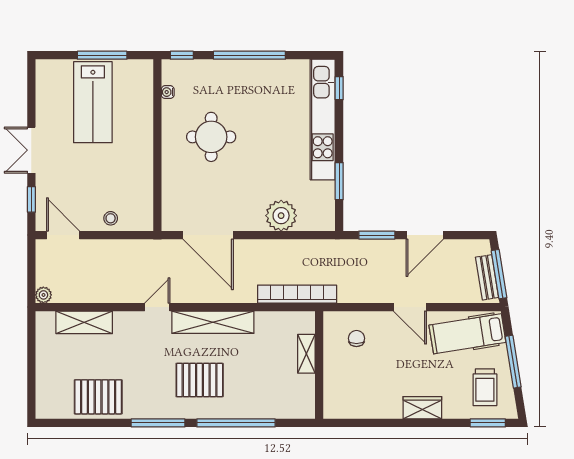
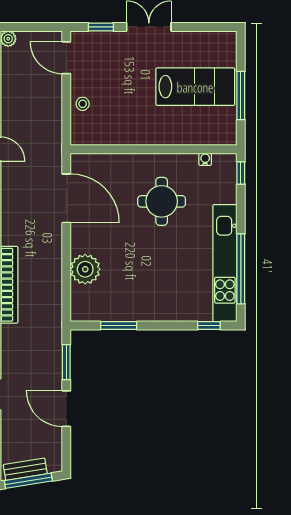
window: (249, 55) -> (241, 269), moved
lab bench: (93, 102) -> (195, 87), turned 180
kitchen unit: (323, 120) -> (225, 263), moved, turned -90
door: (63, 235) -> (66, 58), swing flipped
door: (208, 235) -> (66, 198), swing flipped

